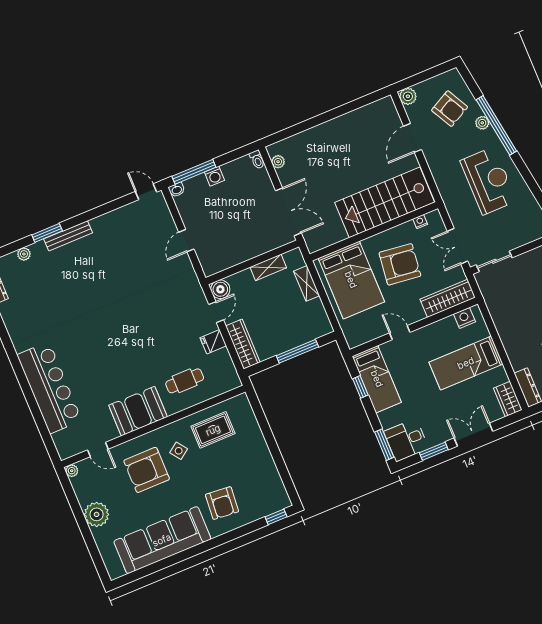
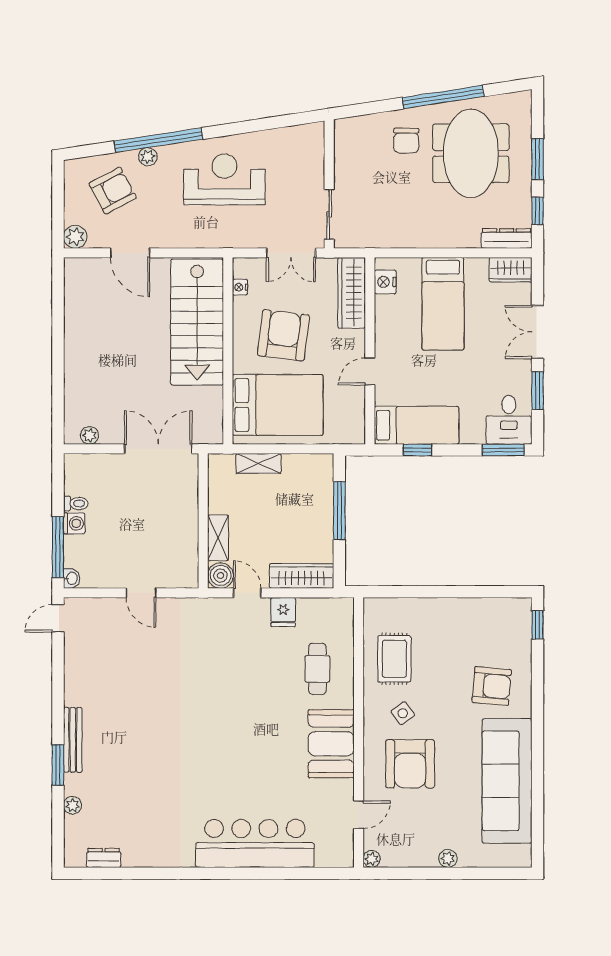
toilet: (257, 160) -> (76, 503), moved
shelving: (268, 267) -> (218, 538), moved
plant: (97, 514) -> (448, 858), width x0.53, depth x0.53

